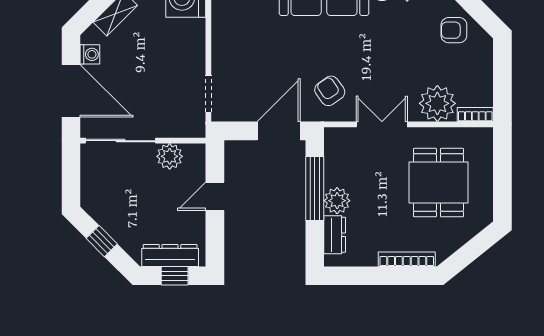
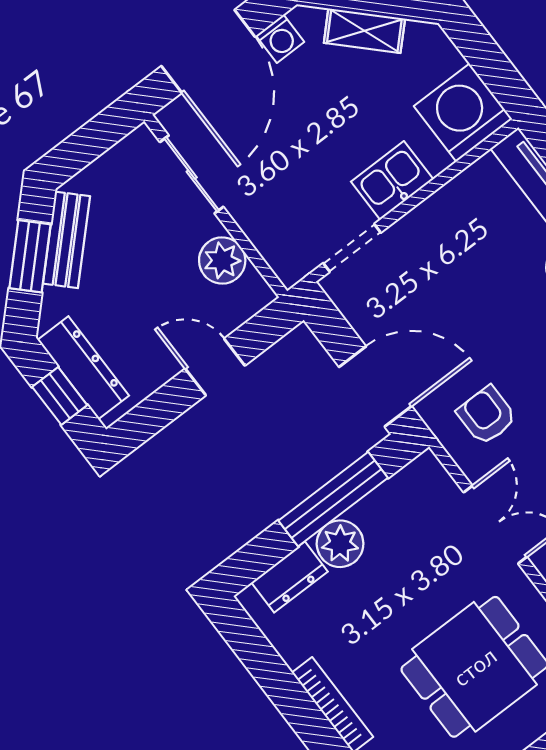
kitchen sink: (192, 53) -> (392, 181), added
armchair: (330, 91) -> (487, 415), turned -55
sliding door: (121, 141) -> (192, 174), width x0.73
bench: (107, 219) -> (66, 240), added
window: (102, 241) -> (30, 256), width x1.50

